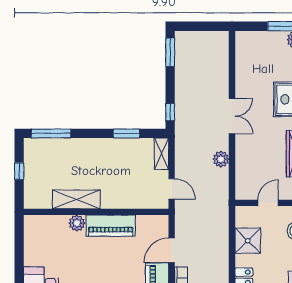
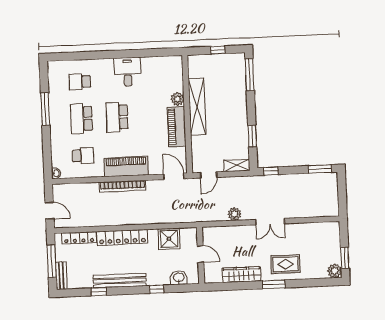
shelving: (76, 199) -> (197, 107), width x1.47
door: (172, 250) -> (174, 176), moved

